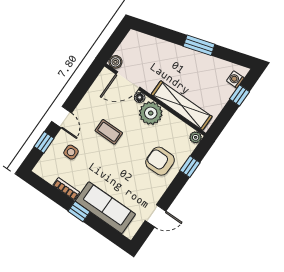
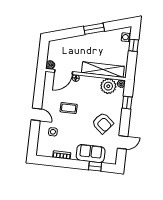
plant: (151, 113) -> (108, 86), moved
window: (44, 142) -> (34, 135), removed
armchair: (160, 161) -> (103, 123), moved, turned -140
sofa: (105, 208) -> (91, 154), width x0.73
window: (79, 212) -> (95, 166), moved

